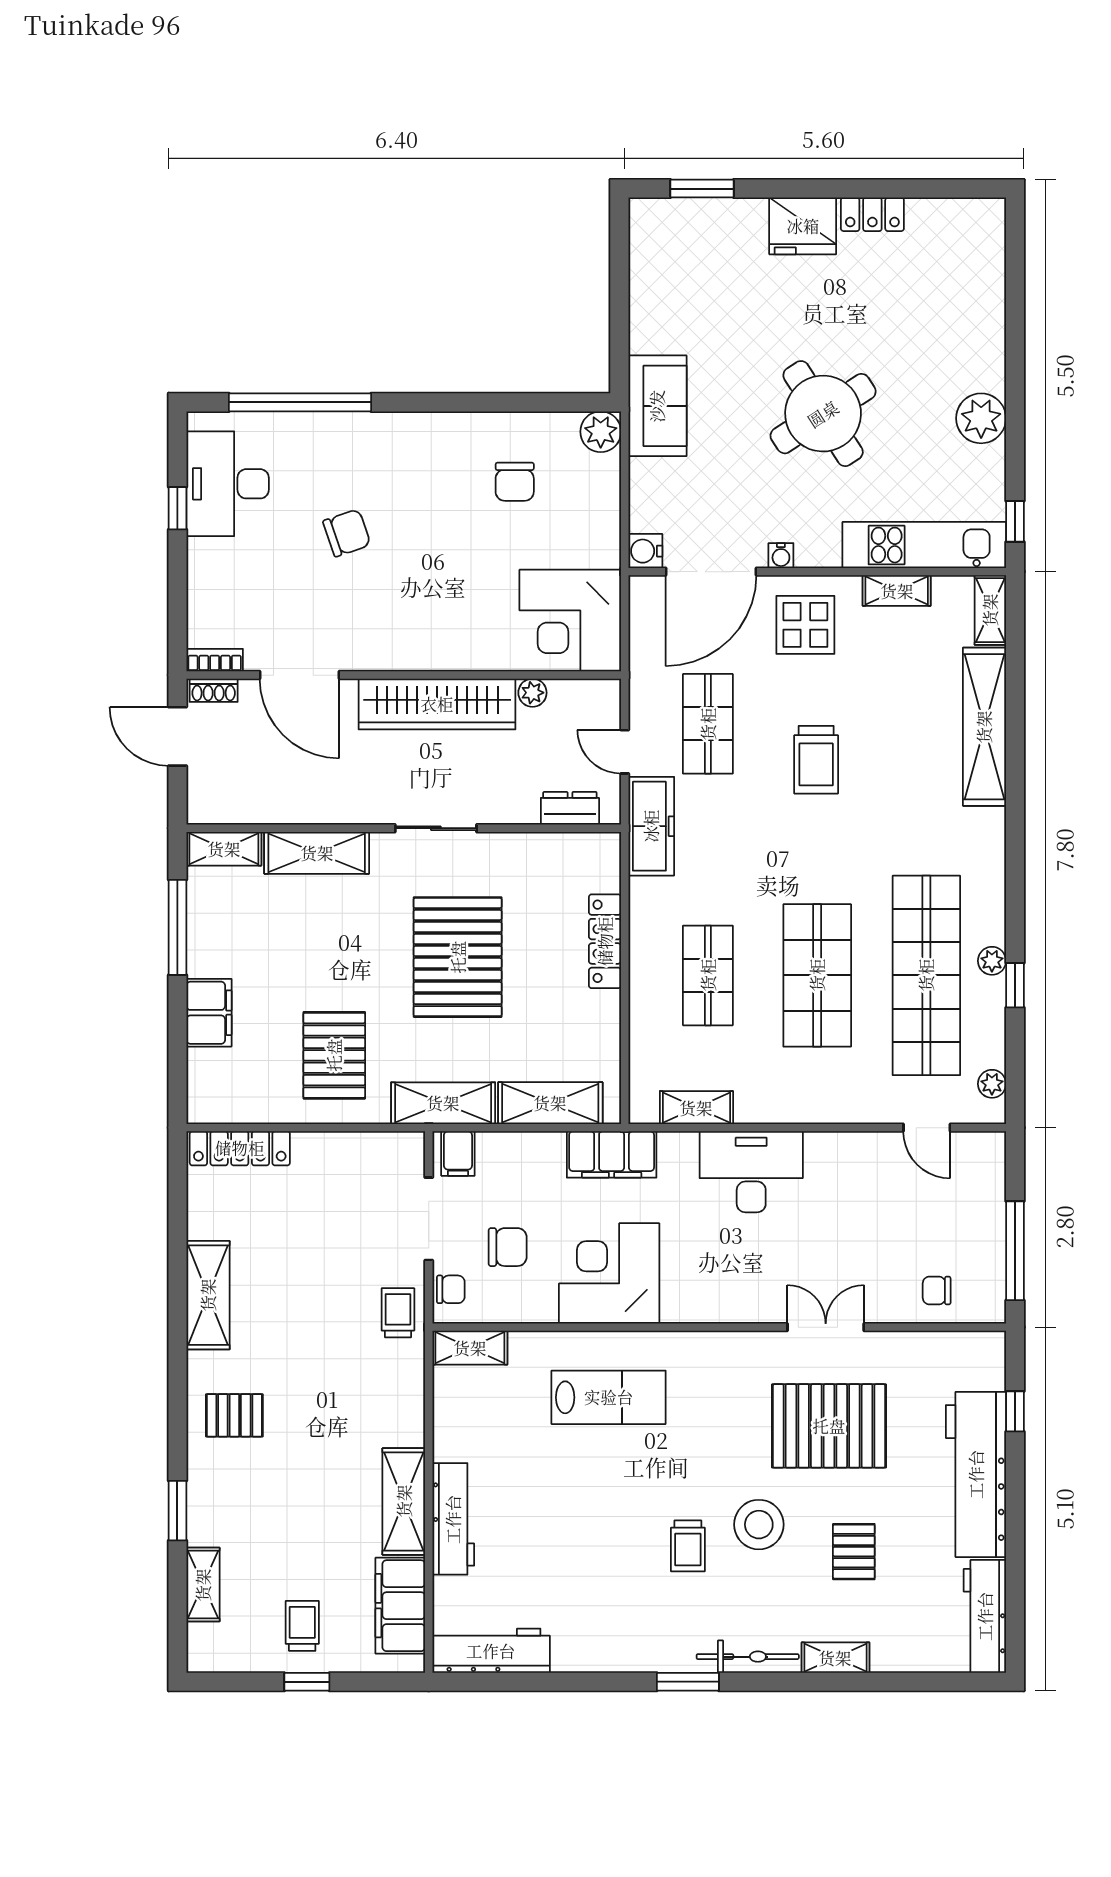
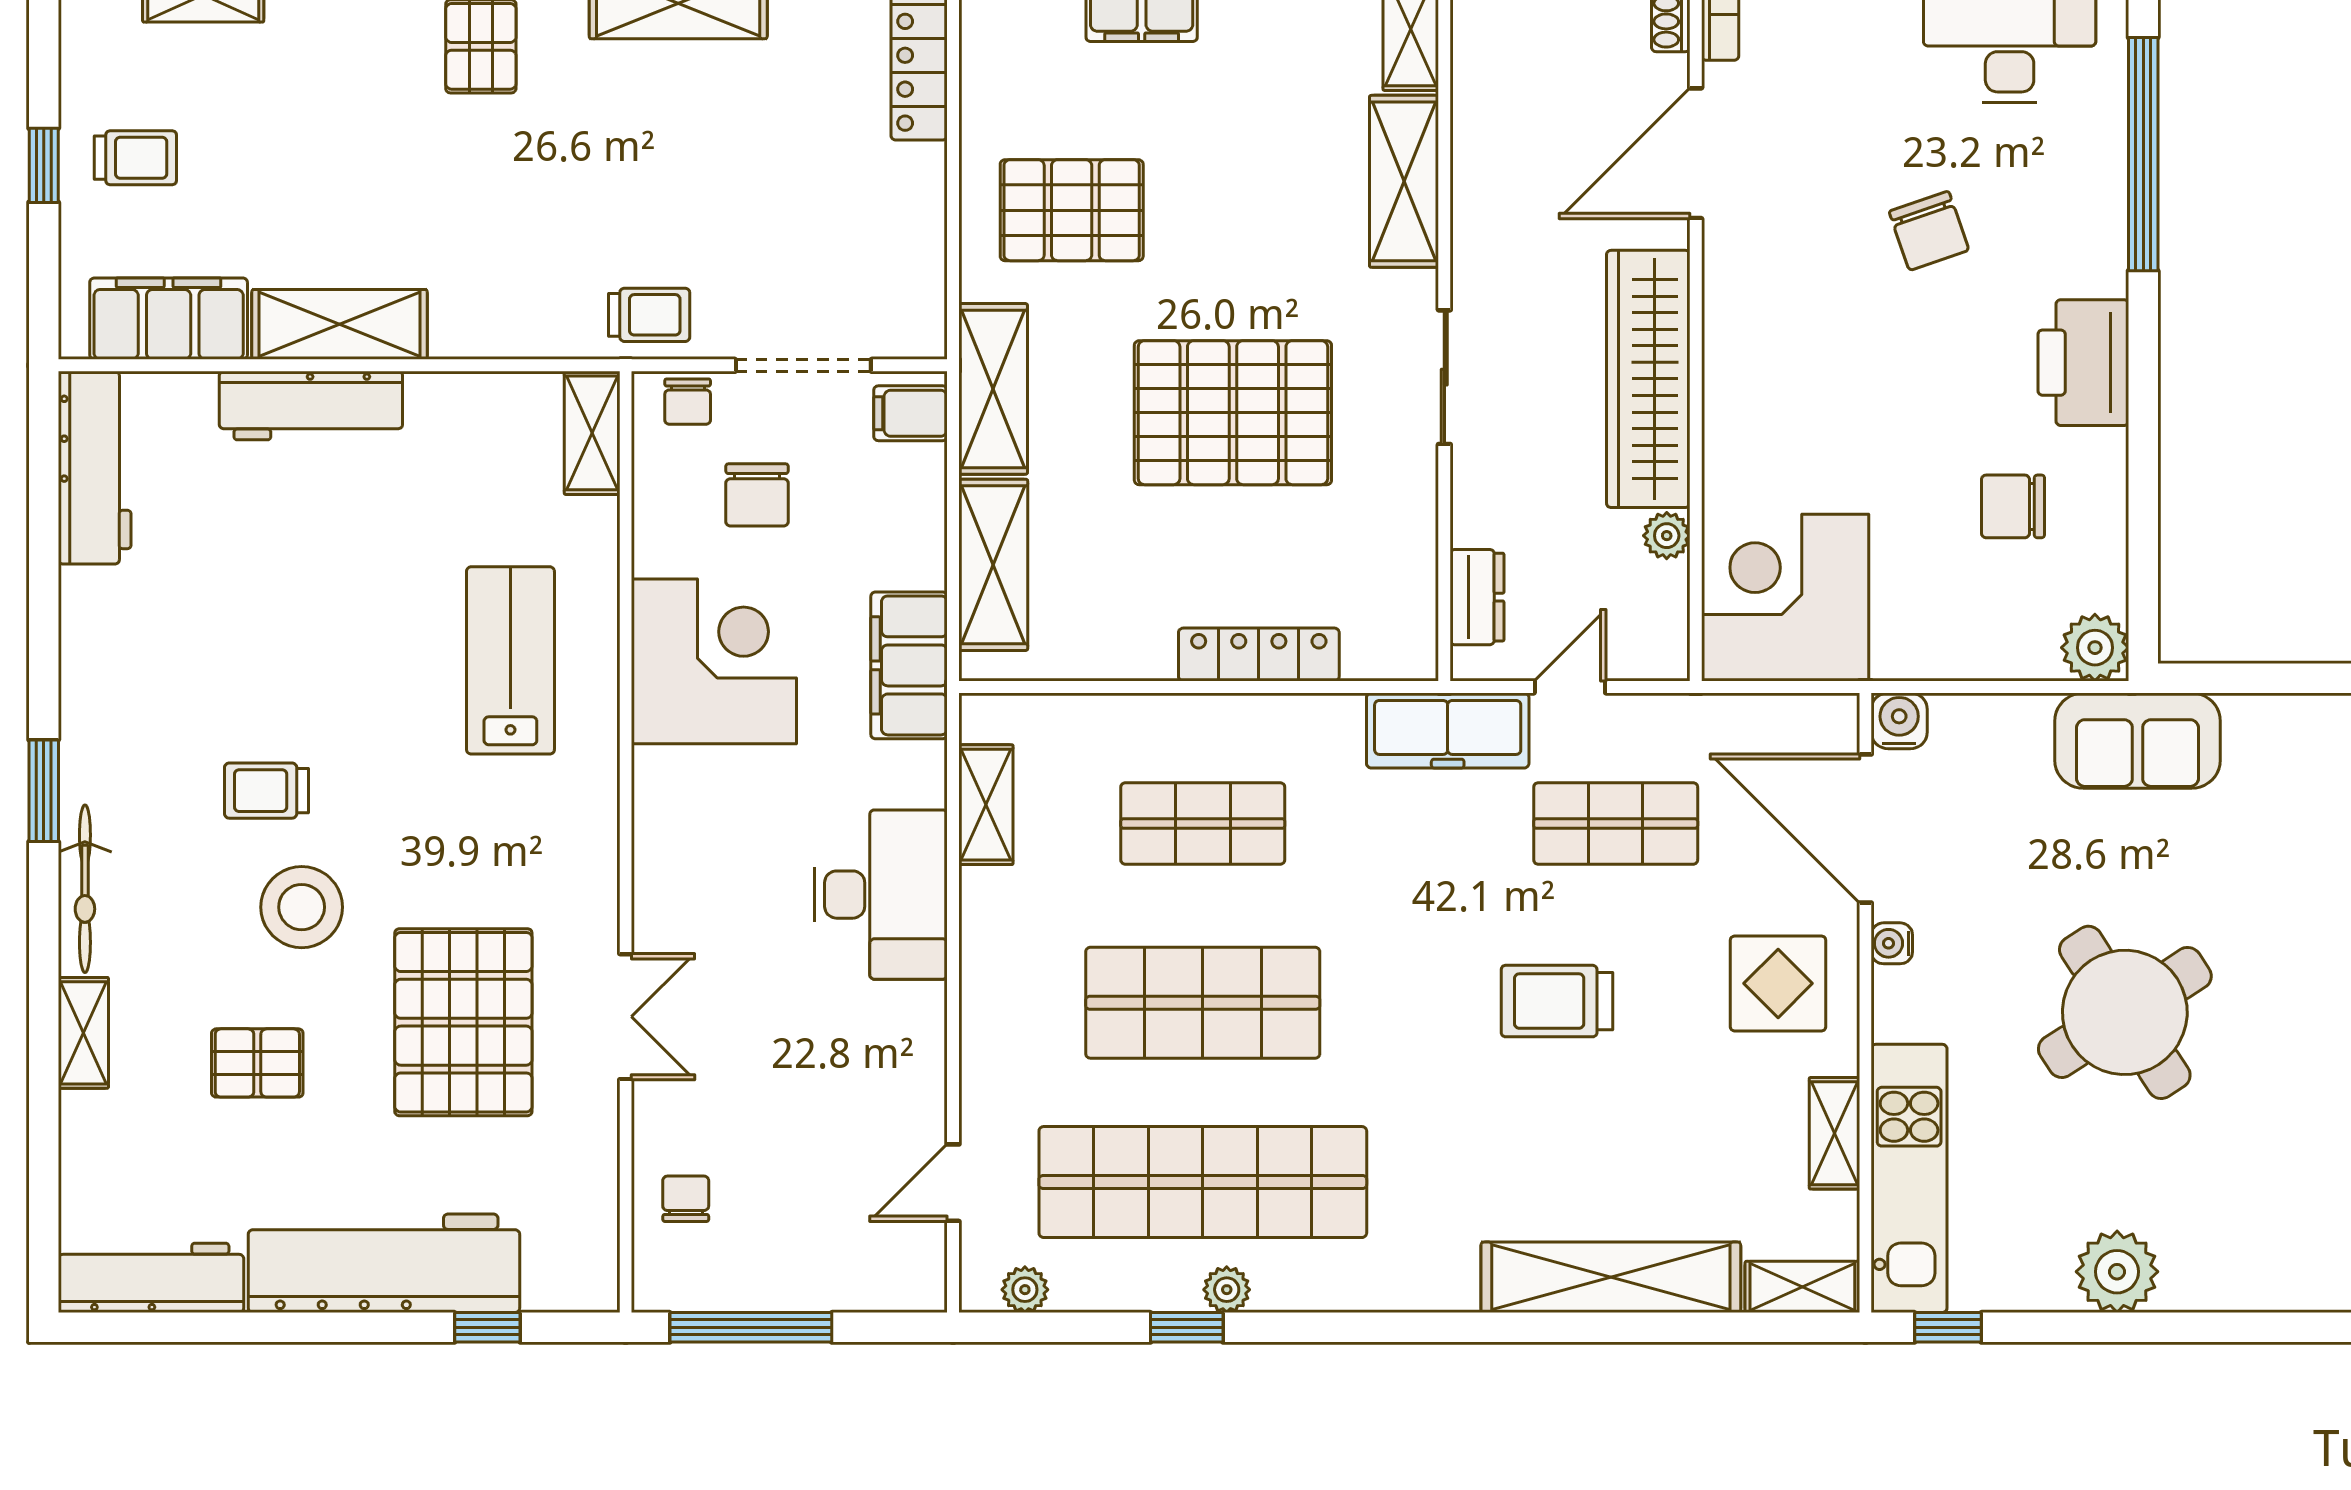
printer: (427, 439) -> (2083, 363), added
lab bench: (609, 1397) -> (510, 660), turned 180

